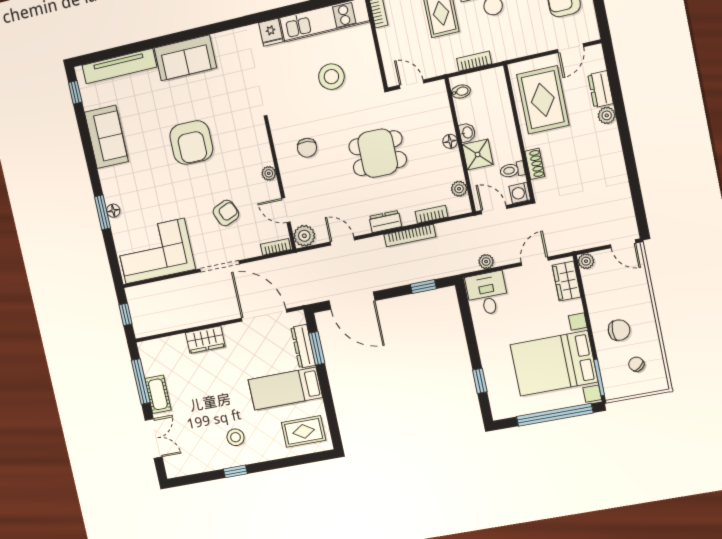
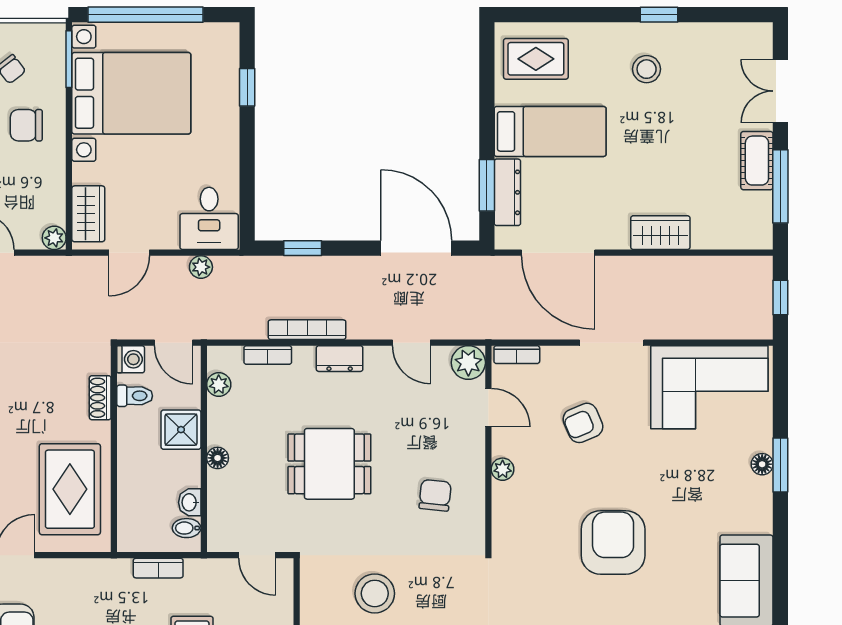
washbasin: (467, 133) -> (190, 502), moved

